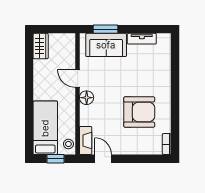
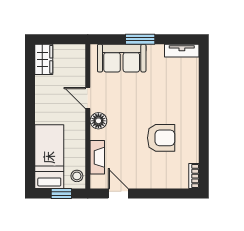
window: (105, 29) -> (140, 39), moved
tv unit: (142, 39) -> (182, 51), moved
armchair: (139, 112) -> (161, 138), width x0.73, depth x0.73
fireplace: (86, 140) -> (97, 157), moved

